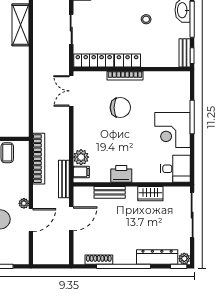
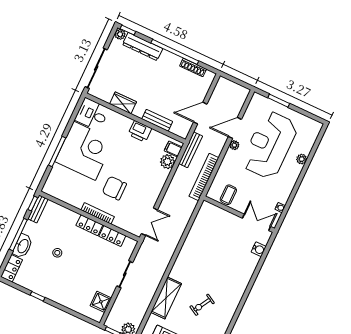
locker: (94, 60) -> (112, 236), width x0.66
corner desk: (172, 130) -> (84, 151), width x1.36, depth x1.36

